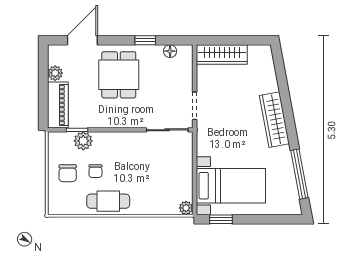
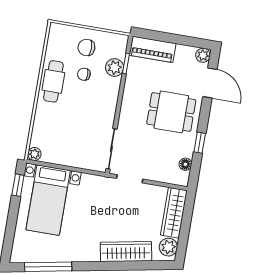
plant: (258, 54) -> (168, 247), added
plant: (55, 73) -> (203, 55), moved
wardrobe: (274, 120) -> (126, 252), moved

